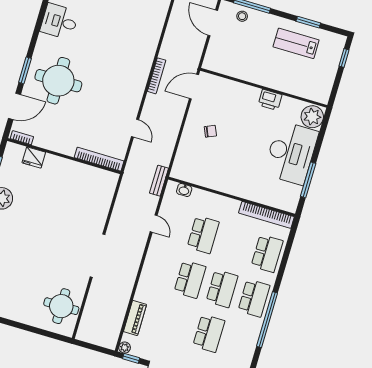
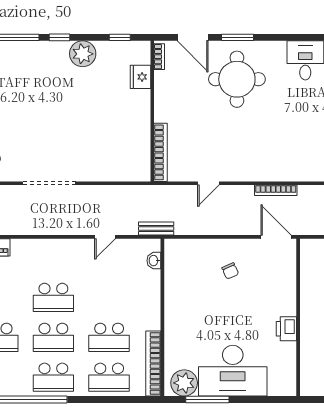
plant: (312, 117) -> (184, 383), moved
school desk: (203, 235) -> (109, 337), moved

